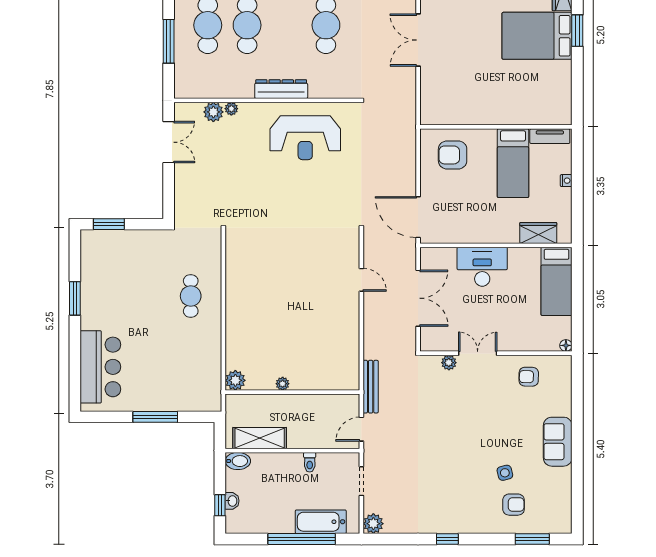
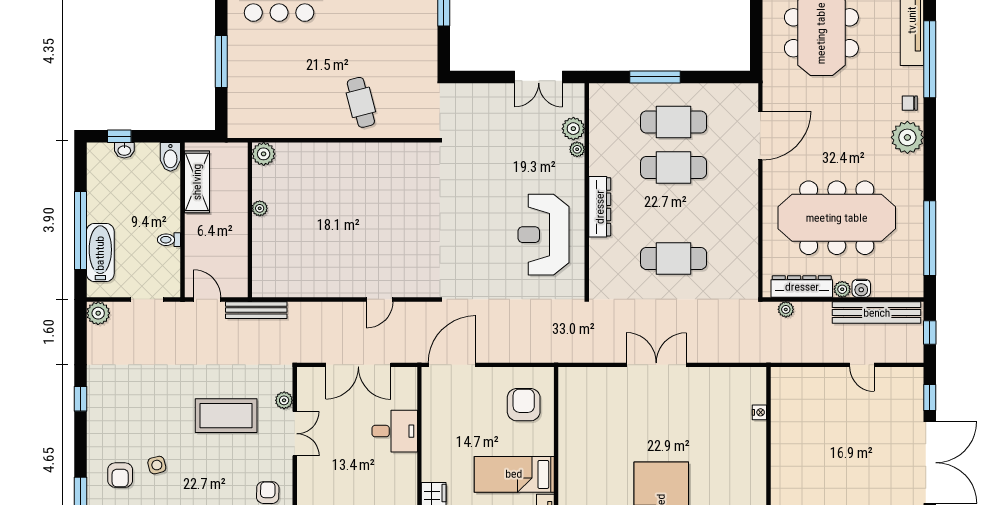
desk: (482, 267) -> (395, 431), width x0.73
cafe table: (191, 296) -> (361, 102), turned 75
coffee table: (462, 413) -> (226, 416), added

